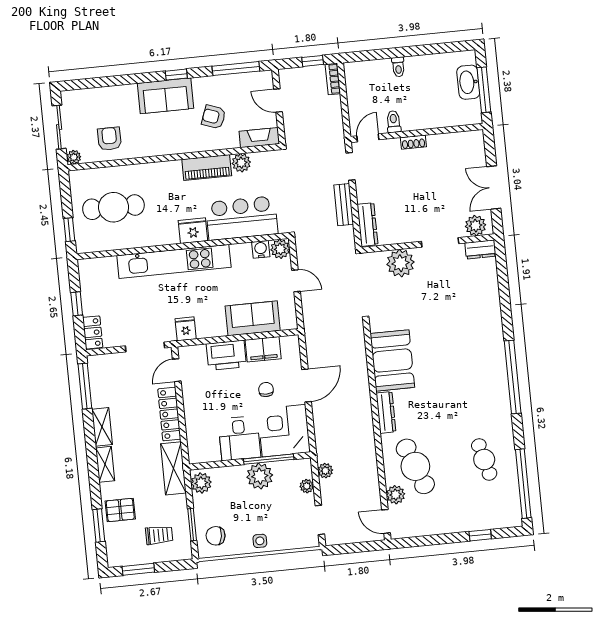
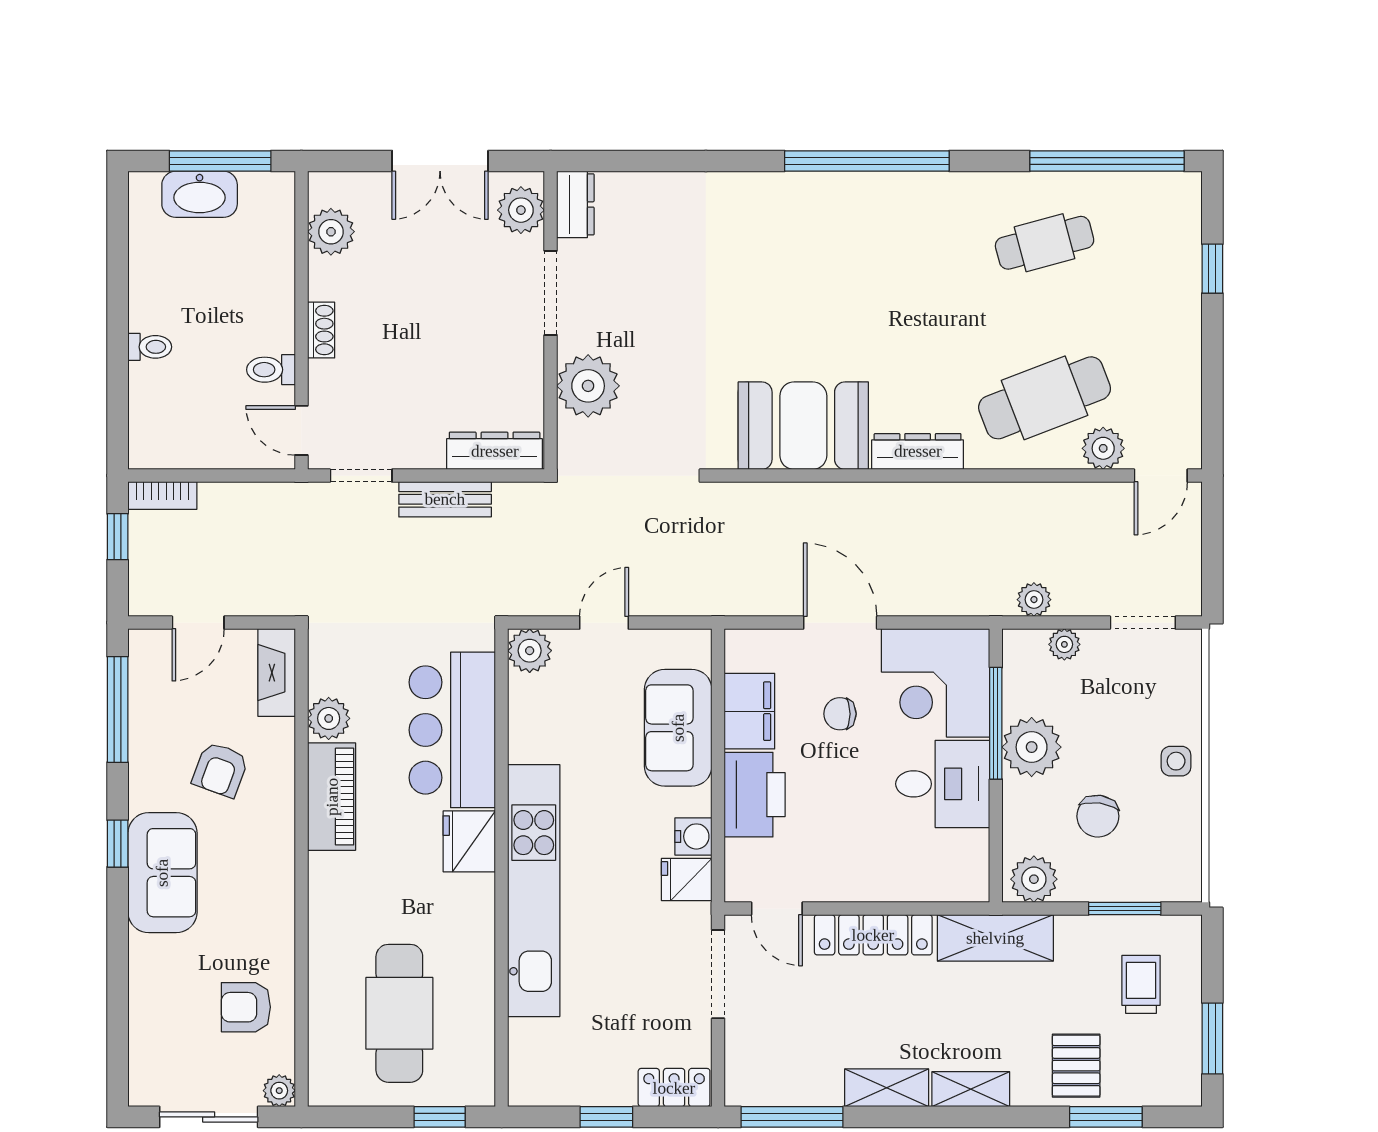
plant: (457, 142) -> (331, 232), added
water cooler: (261, 249) -> (693, 836), moved, turned 180
chair: (216, 536) -> (1098, 816), moved

